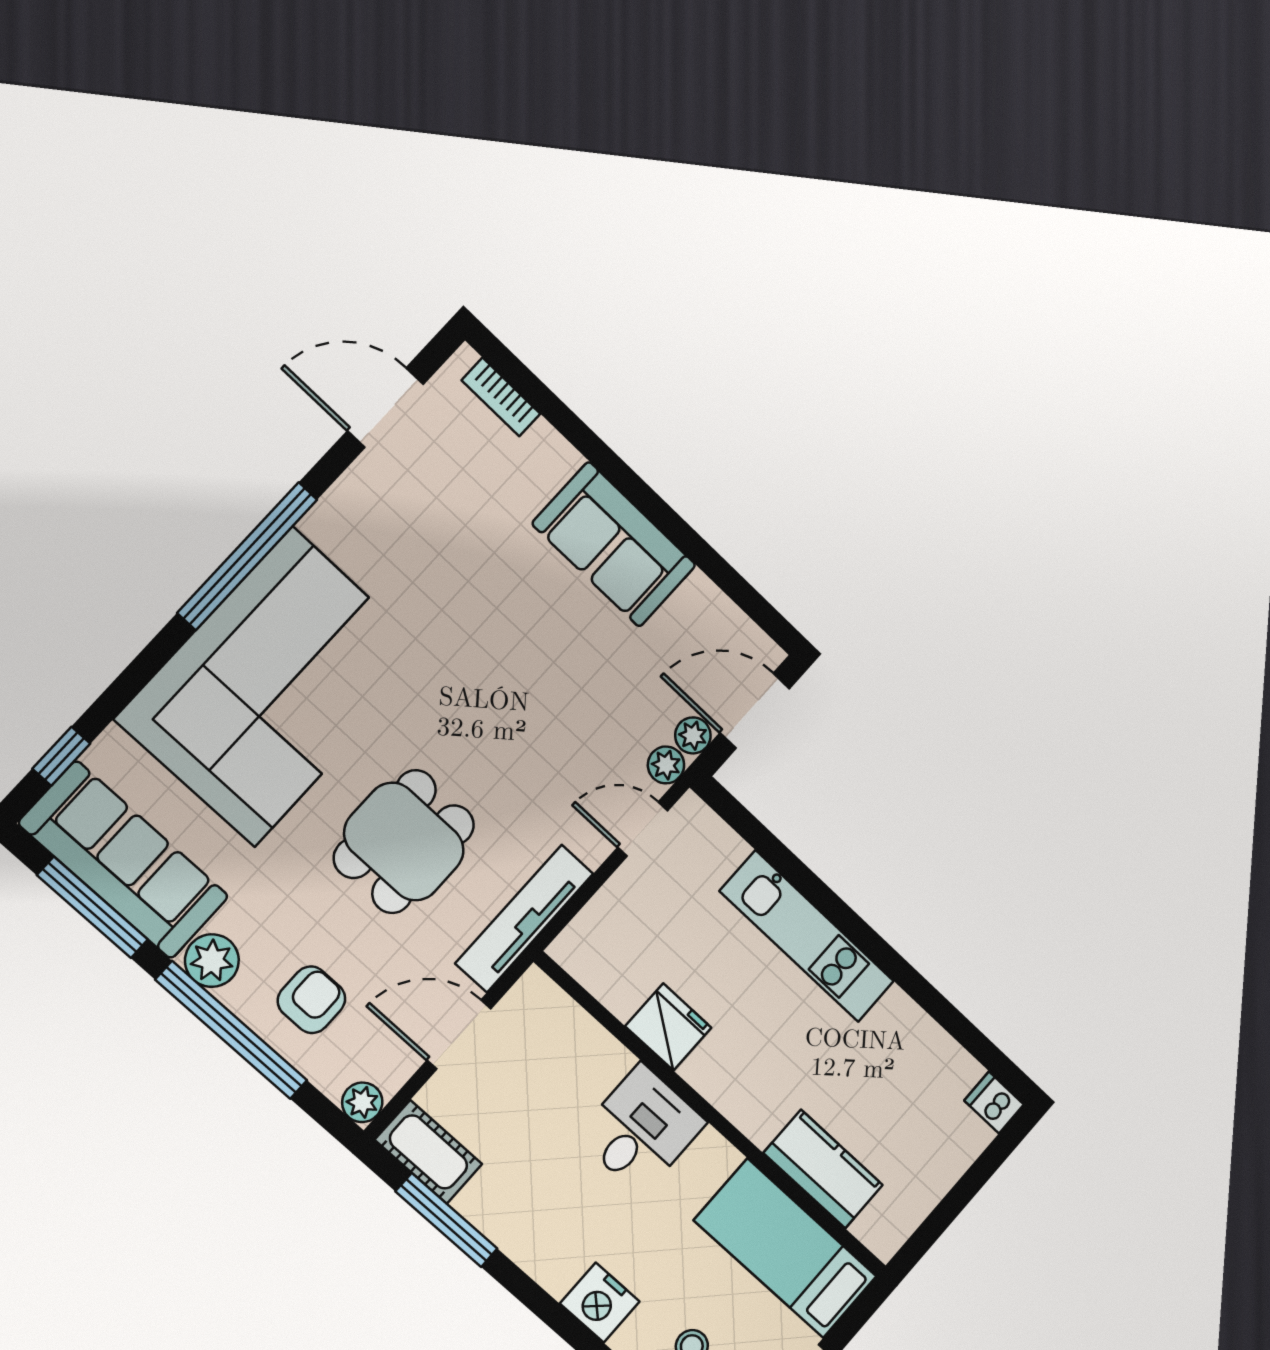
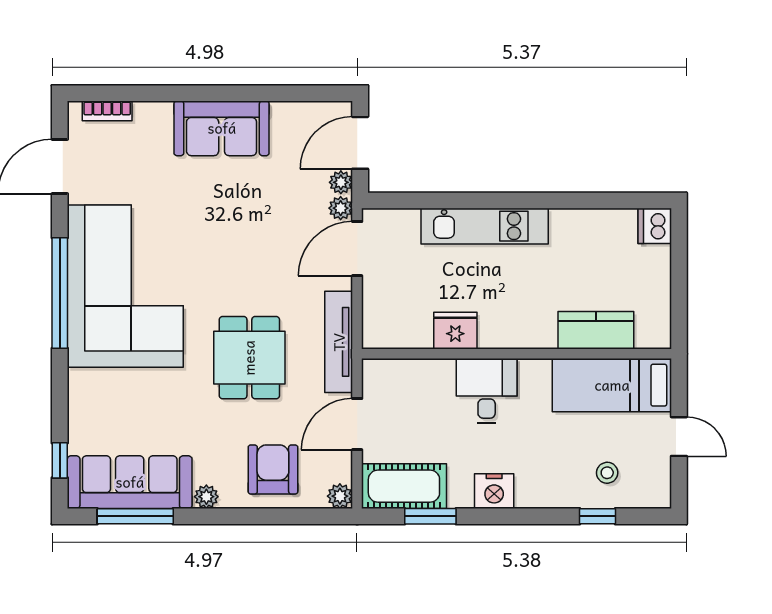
corner sofa: (274, 687) -> (125, 286), moved
door: (643, 829) -> (357, 249), width x1.38
plant: (212, 961) -> (206, 497), width x0.73, depth x0.73
armchair: (312, 1000) -> (273, 469), width x1.38, depth x1.38
window: (232, 1030) -> (249, 516), removed
dishwasher: (994, 1103) -> (655, 226), width x1.38
cot: (428, 1152) -> (404, 486), width x1.37, depth x1.34
window: (447, 1220) -> (430, 516), width x0.69
nightstand: (600, 1303) -> (494, 491), moved

